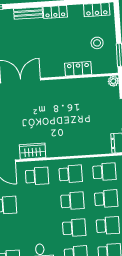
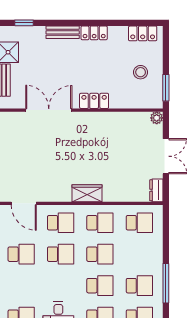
locker: (78, 69) -> (94, 101), moved
wardrobe: (33, 151) -> (87, 193), moved
school desk: (106, 199) -> (61, 254), moved

